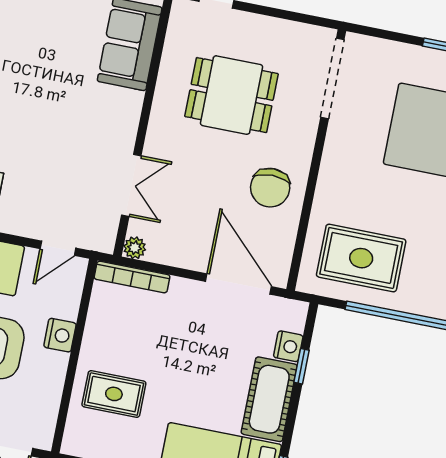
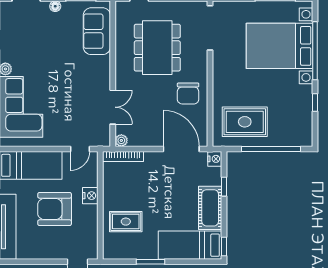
dining table: (232, 95) -> (157, 48), width x1.38
nightstand: (288, 346) -> (215, 159), moved

